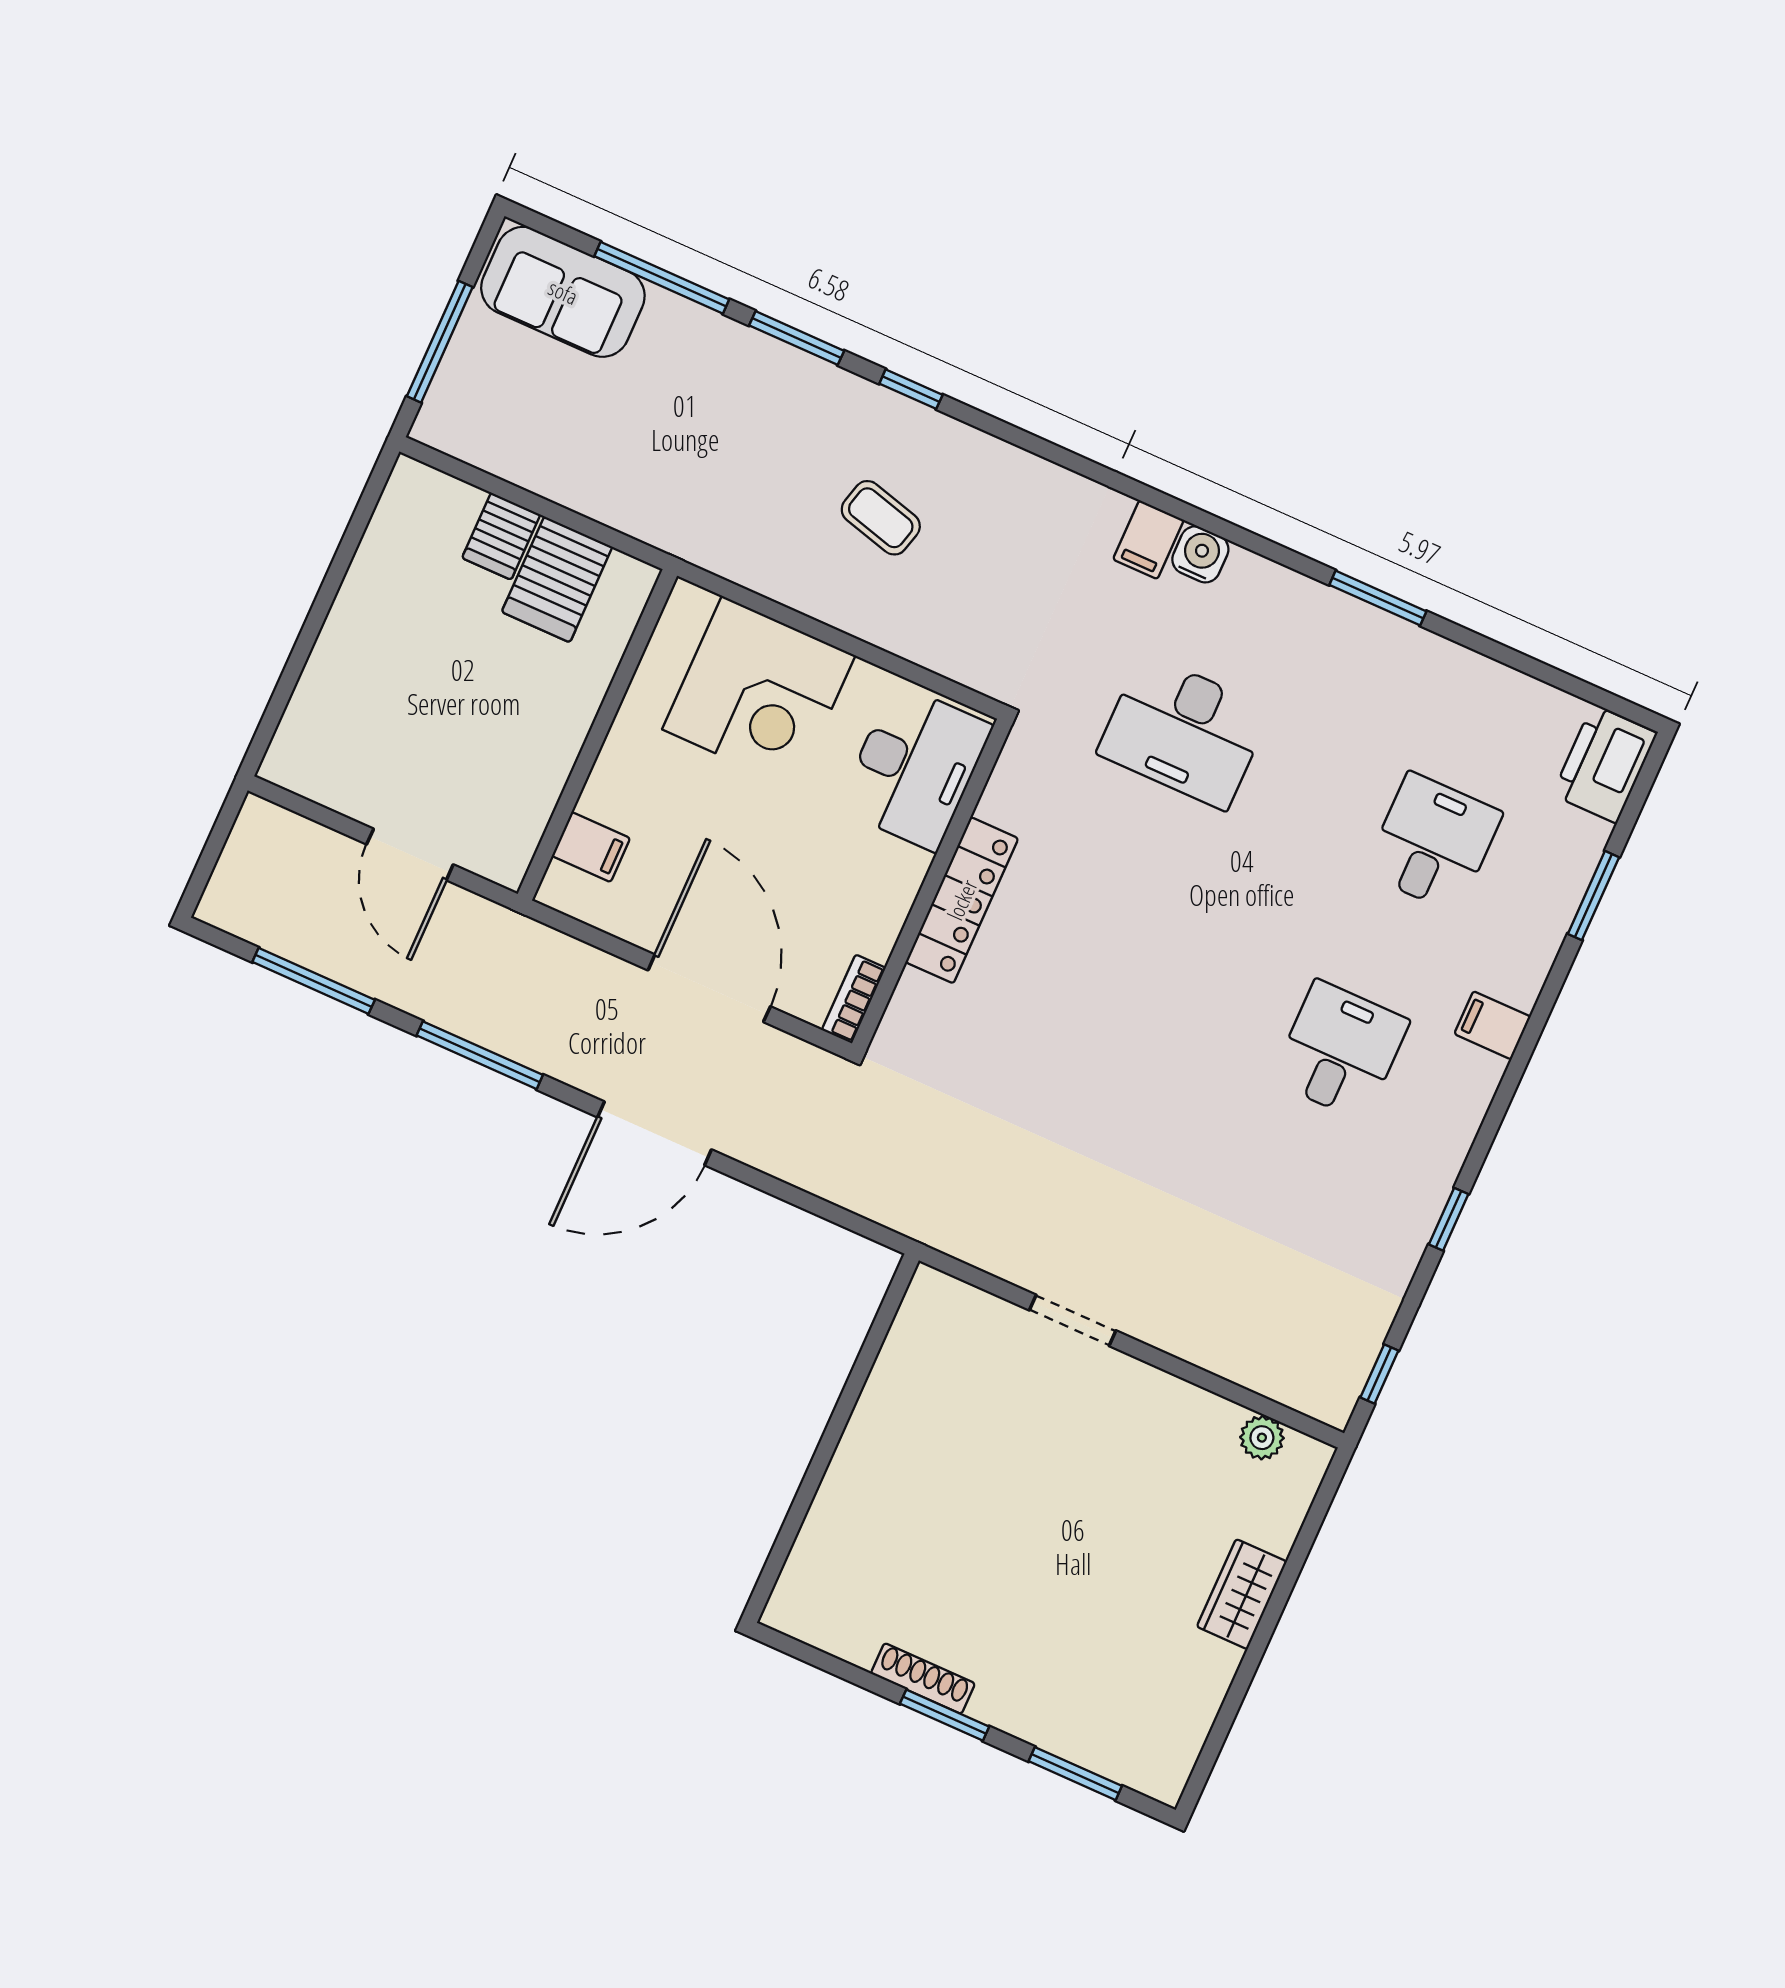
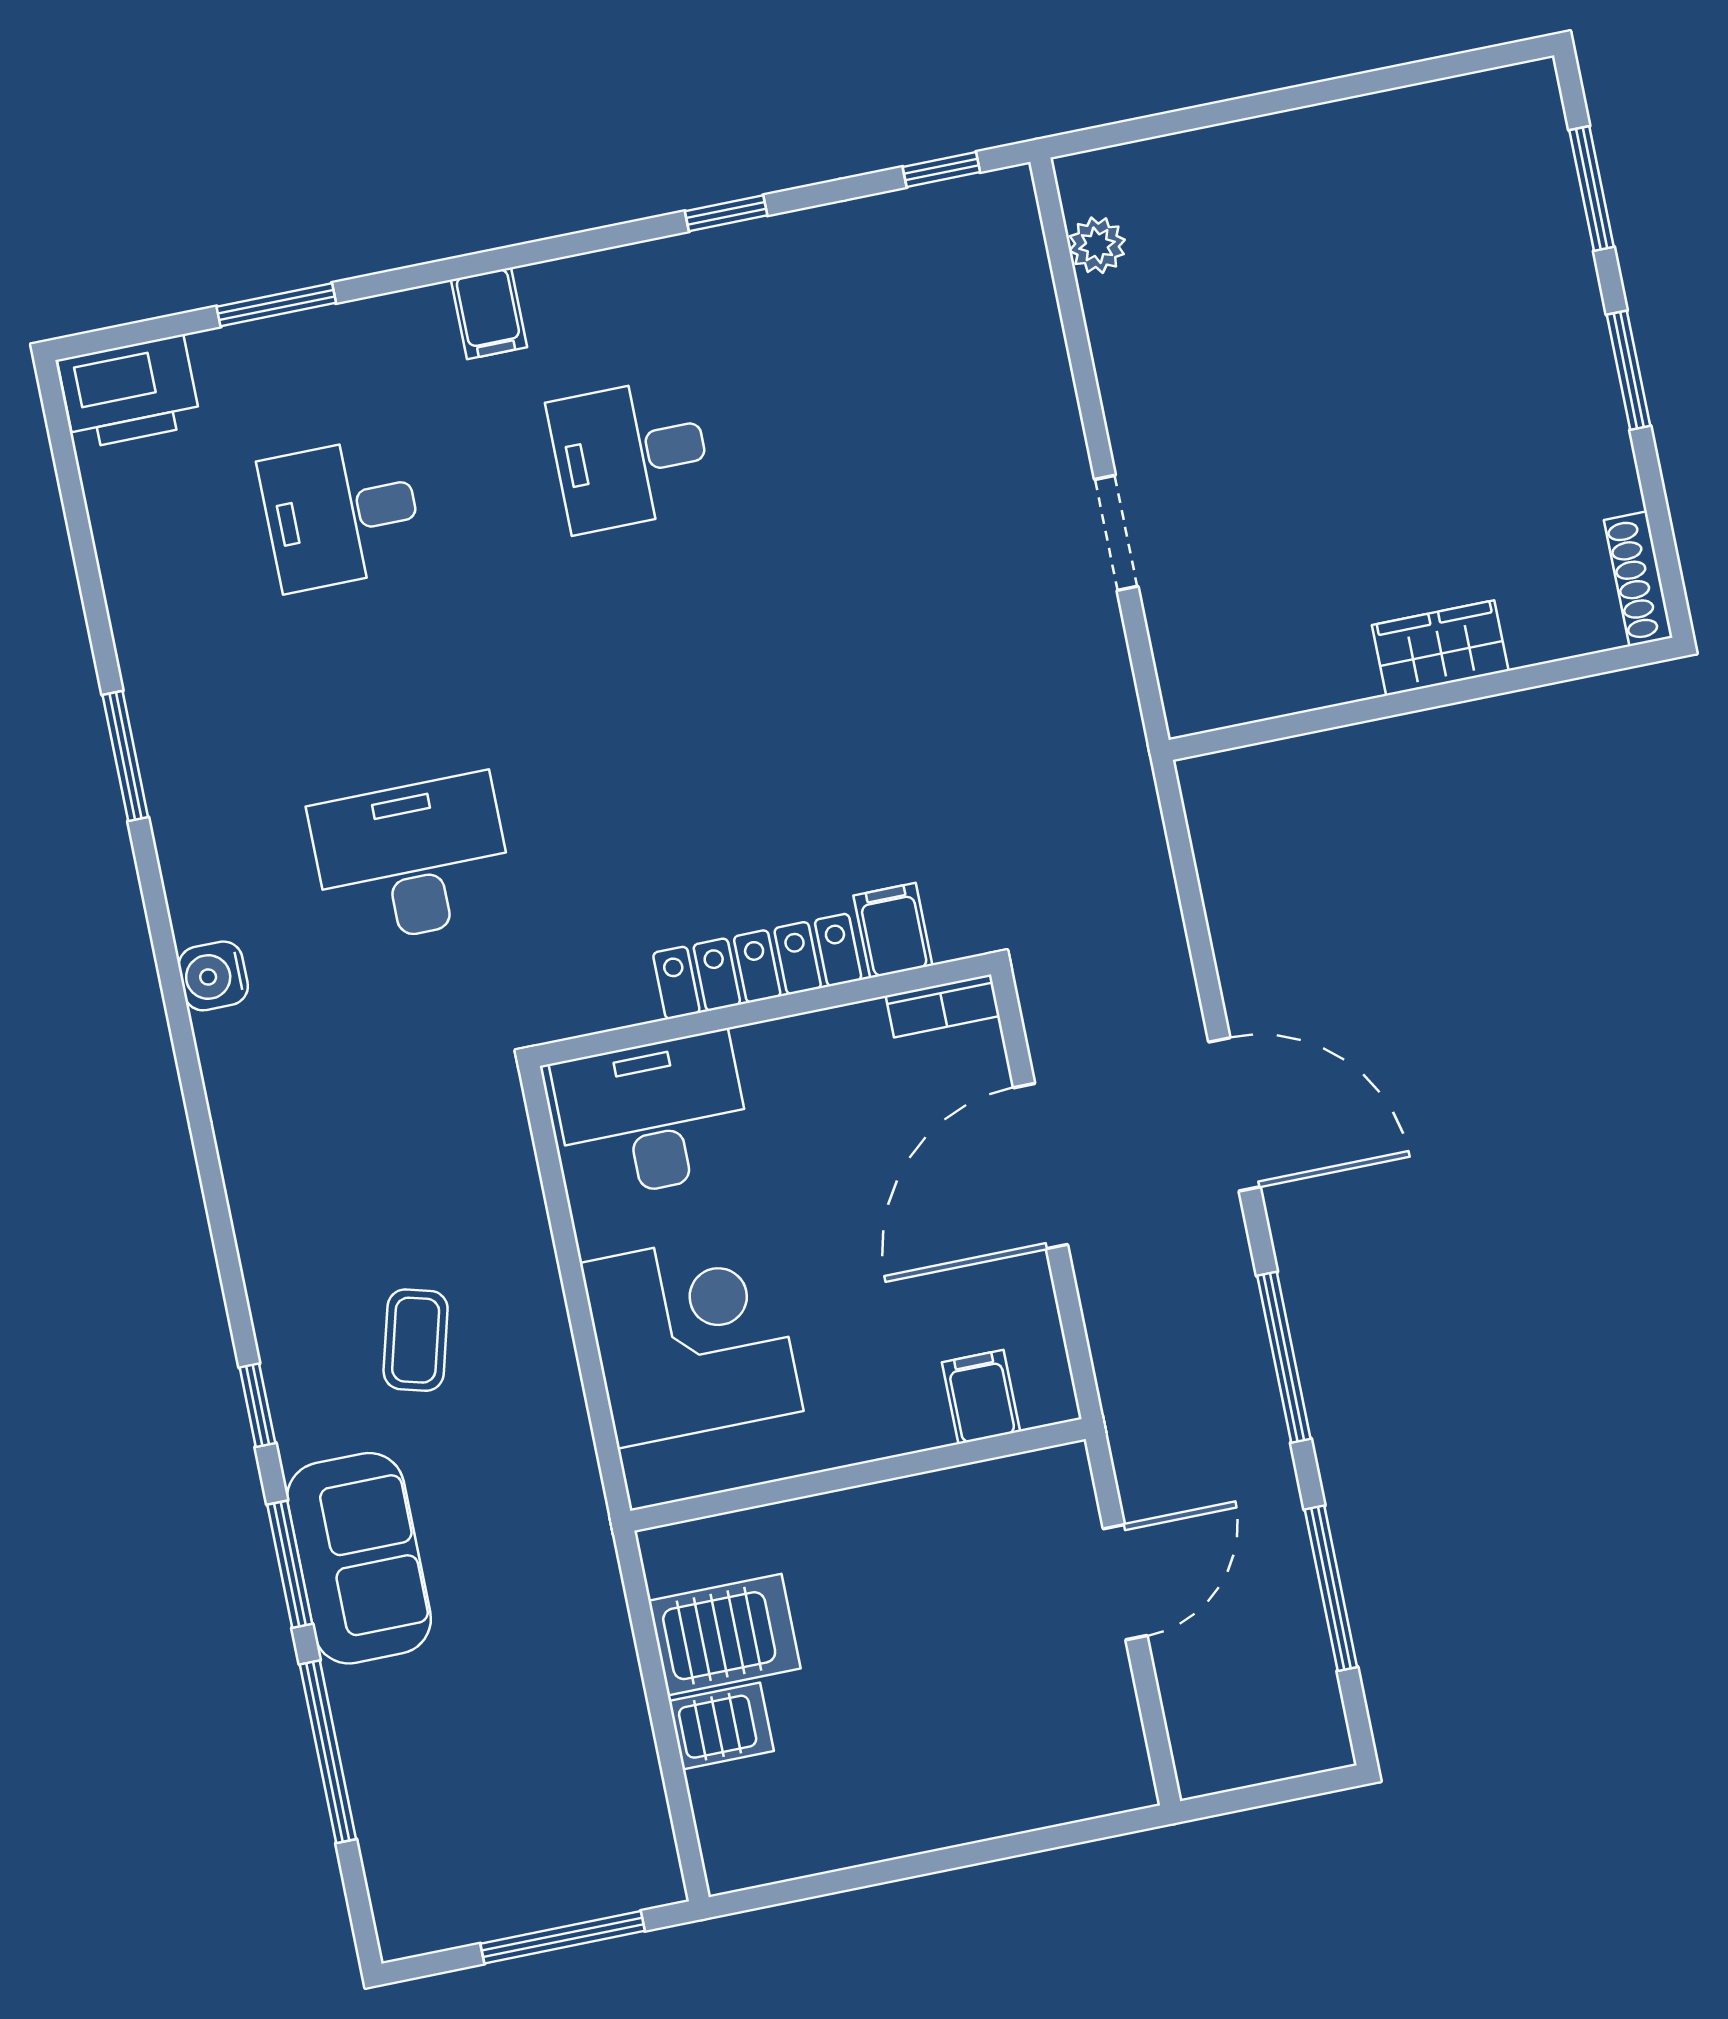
sofa: (563, 292) -> (359, 1558), moved
filing cabinet: (1148, 540) -> (893, 930), moved, turned -90
desk: (1184, 731) -> (412, 860), turned -90
wardrobe: (1242, 1594) -> (1440, 648), moved, turned 180
shoe rack: (923, 1678) -> (1638, 579), moved

